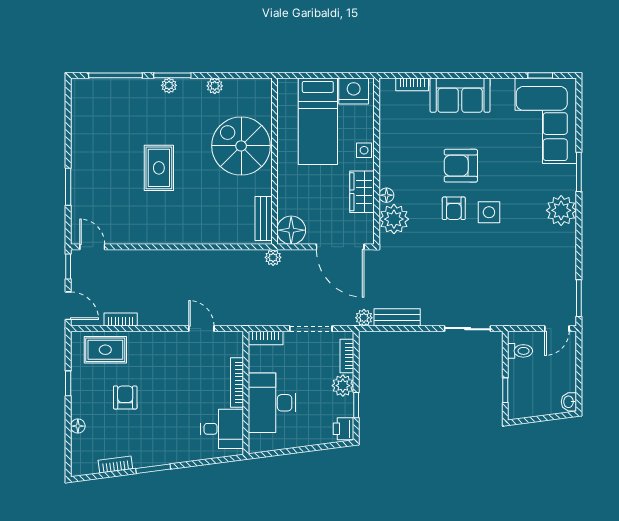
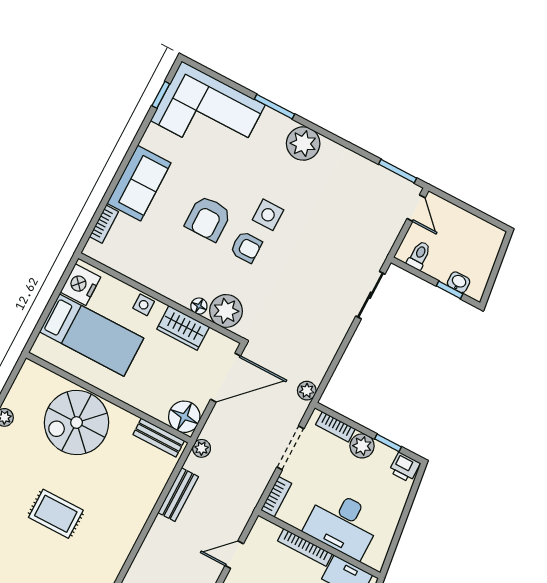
bench: (397, 317) -> (178, 495), moved
washbasin: (569, 402) -> (459, 282), moved, turned 180

